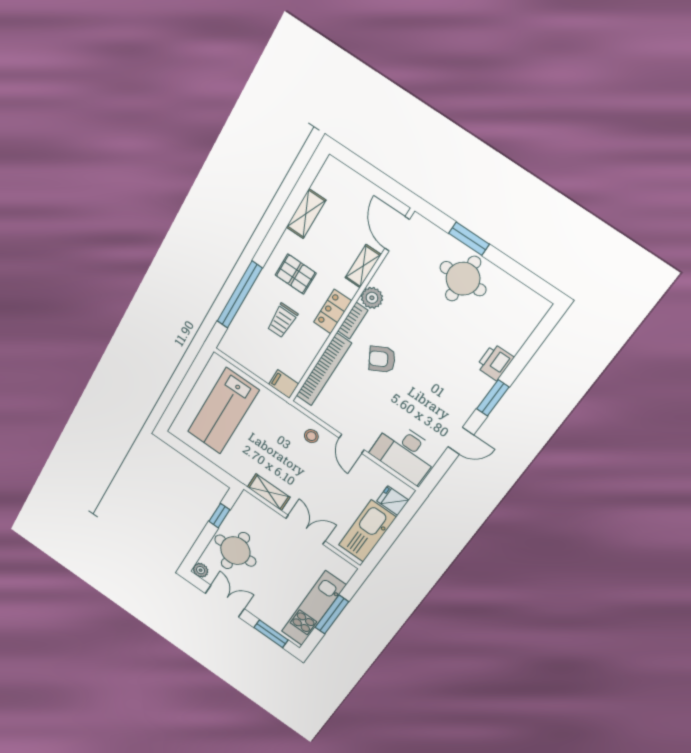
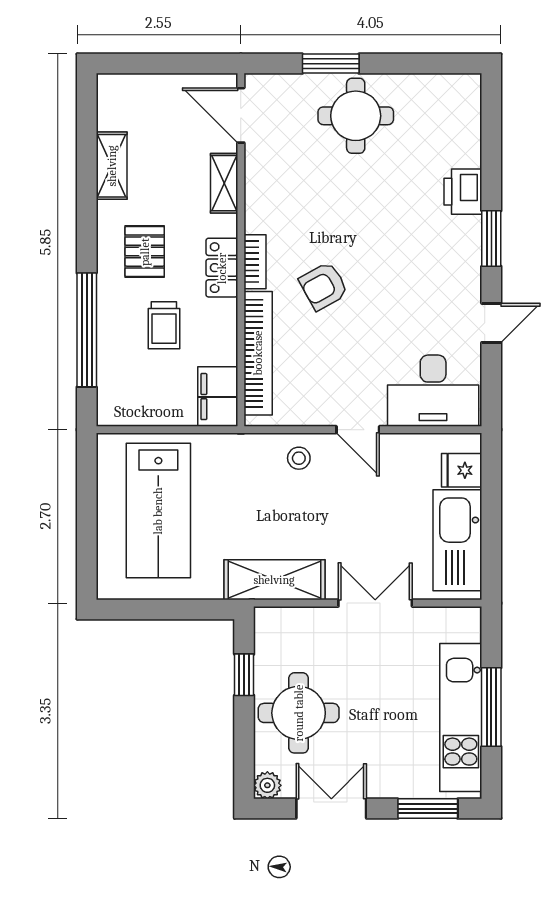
pallet: (296, 274) -> (145, 252), turned 90
plant: (372, 298) -> (261, 216), removed
filing cabinet: (284, 384) -> (218, 397), width x2.00
shelving: (269, 492) -> (274, 580), width x1.50, depth x1.33

